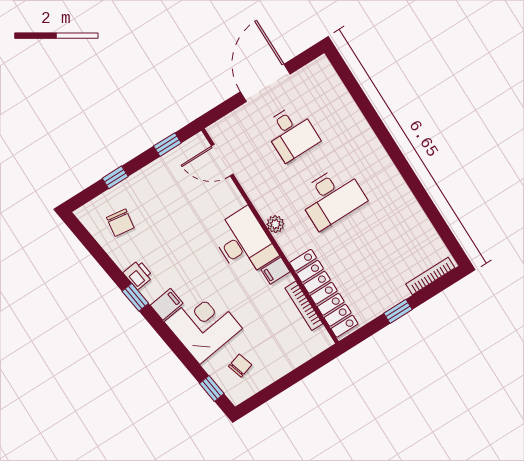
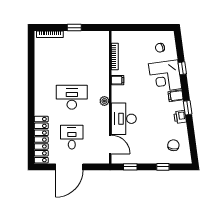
desk: (244, 243) -> (124, 119), moved
locker: (324, 293) -> (41, 140), moved, turned 180
window: (212, 388) -> (182, 68), moved

